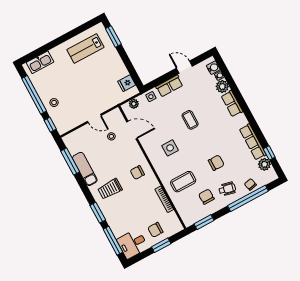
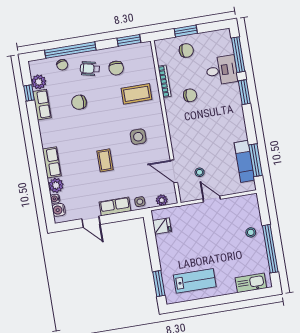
window: (50, 125) -> (264, 209), removed
row of seats: (253, 142) -> (42, 105), width x0.68
chair: (216, 163) -> (79, 102), moved
exam couch: (85, 169) -> (244, 161), moved
chair: (137, 173) -> (190, 95), moved
trolley: (110, 189) -> (221, 114), removed
desk: (133, 244) -> (222, 70), moved

